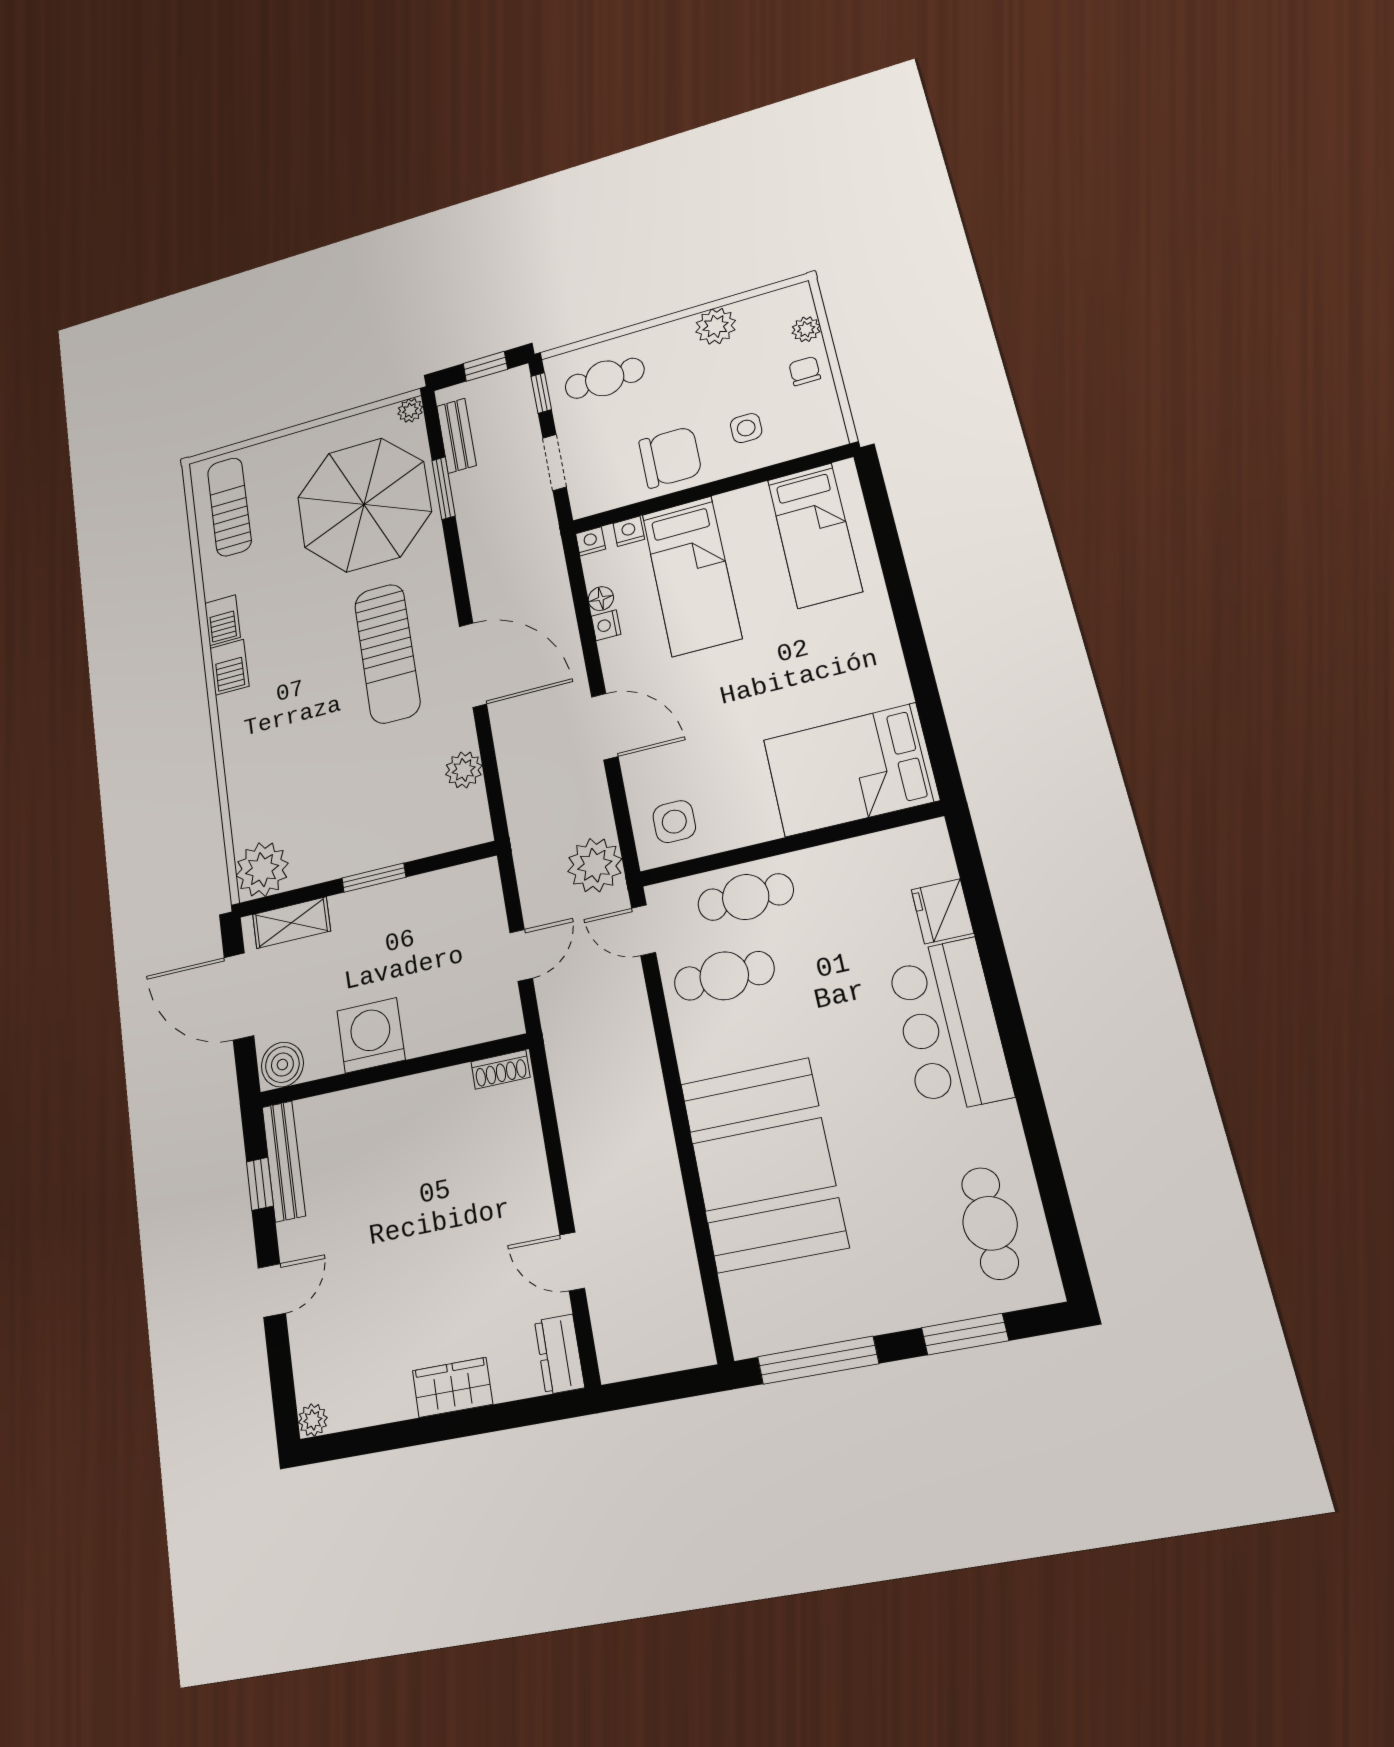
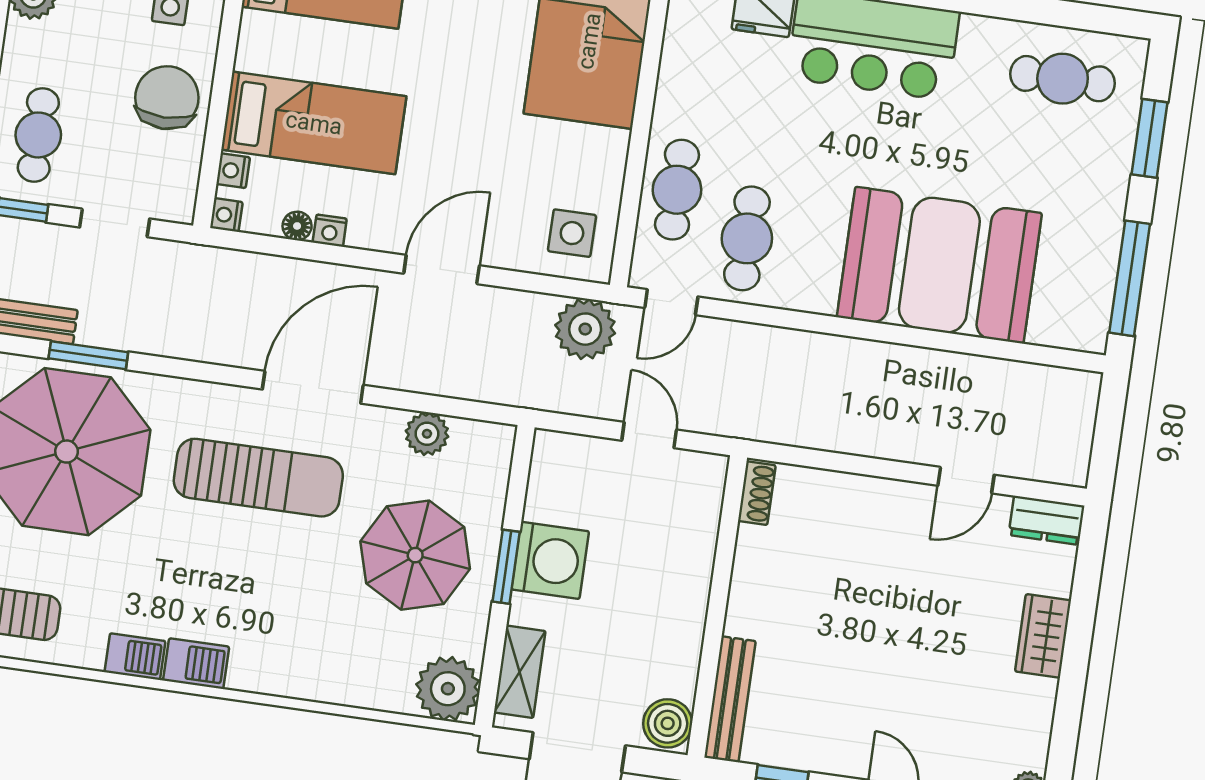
parasol: (362, 800) -> (415, 555), added
washing machine: (371, 1035) -> (550, 560), moved, turned 180
bench: (284, 1161) -> (730, 699), moved, turned 90

